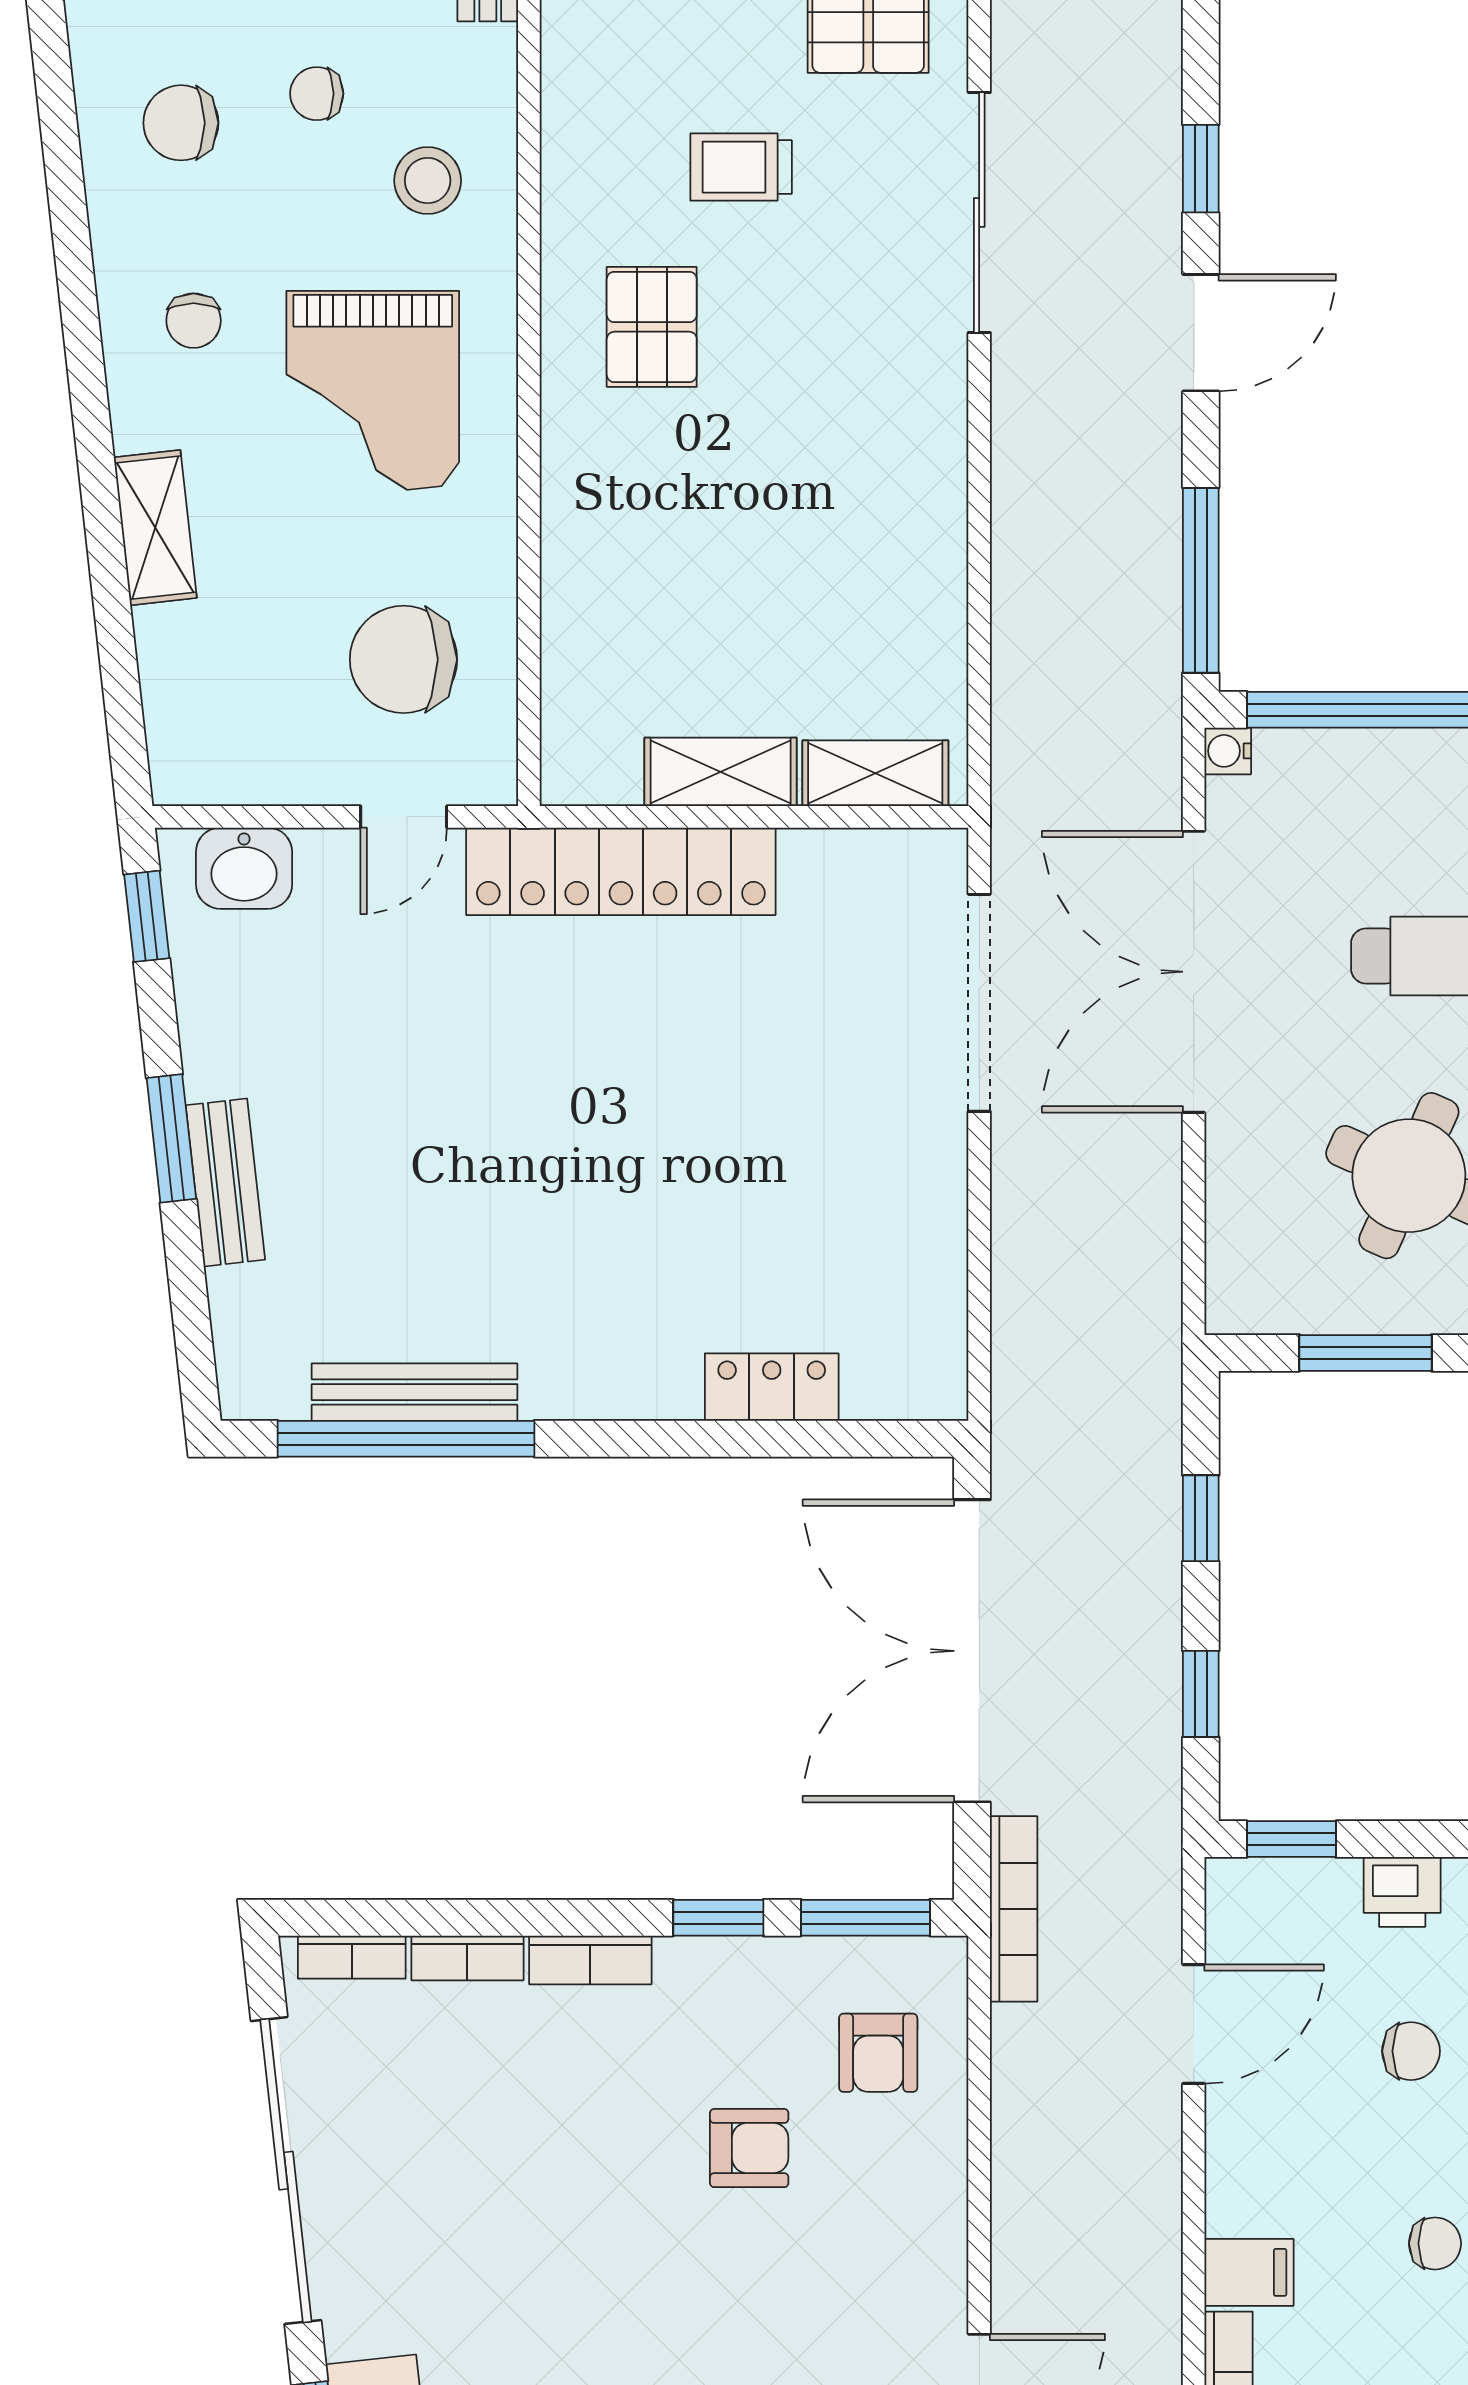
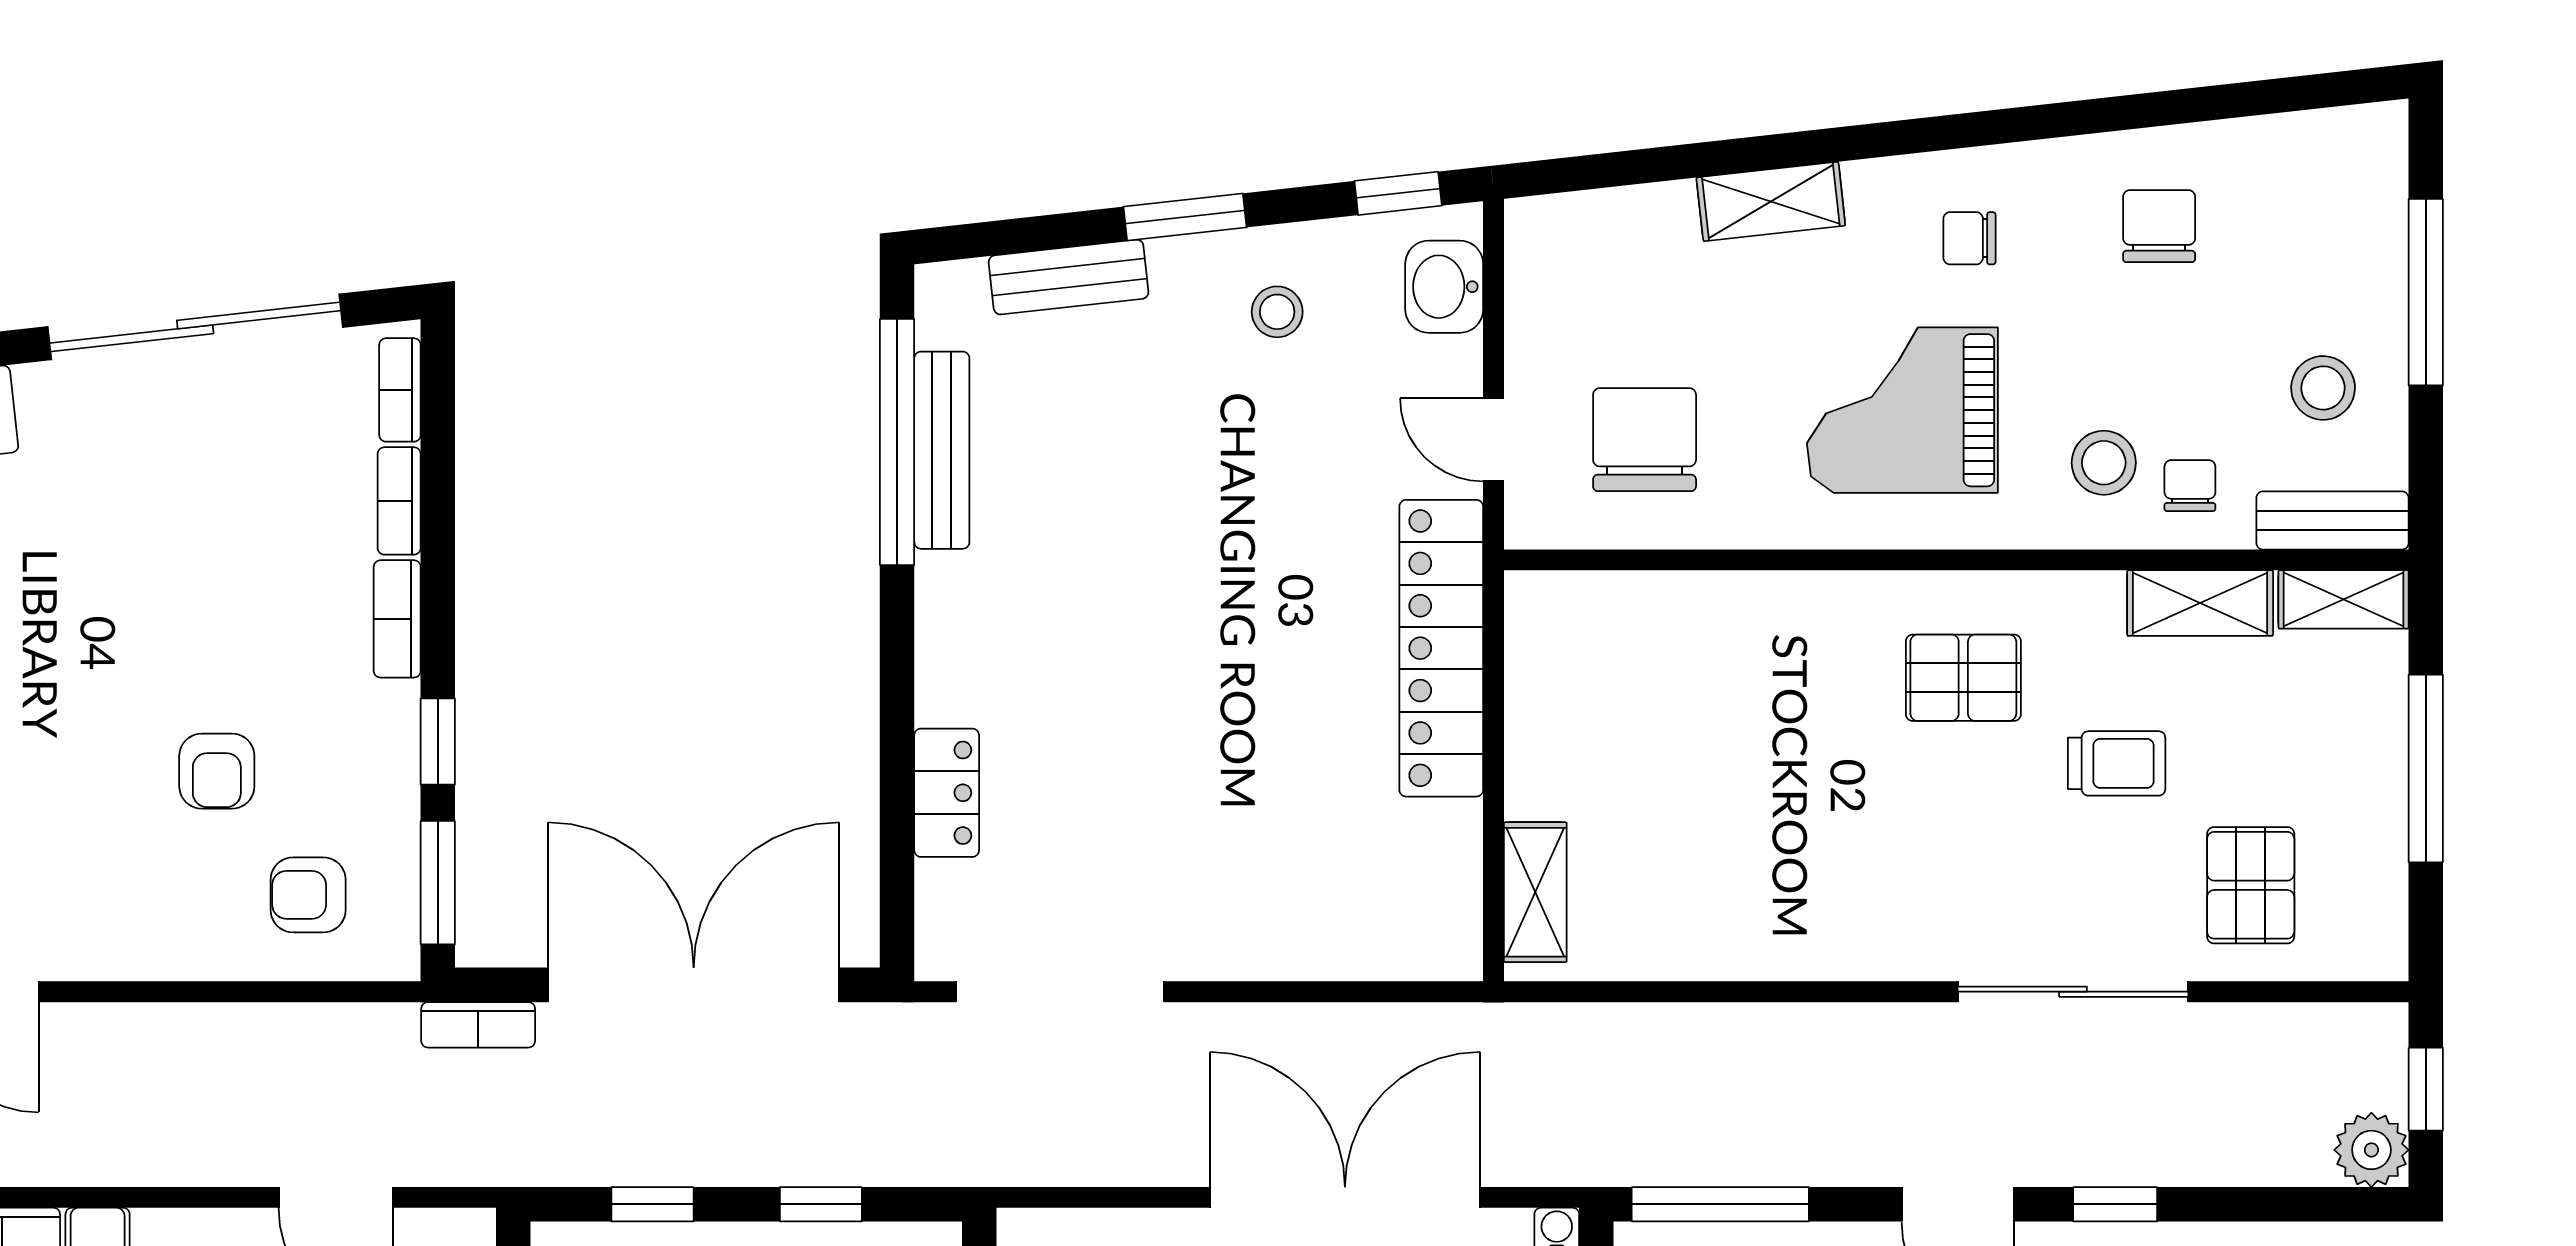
chair: (317, 94) -> (2190, 486), moved
trolley: (741, 167) -> (2117, 763), turned 90
shelving: (721, 772) -> (2200, 603), moved, turned 90
doorway: (979, 1003) -> (1060, 992), moved
stool: (270, 1042) -> (1277, 312), added
bench: (225, 1182) -> (1069, 277), moved
bookcase: (1014, 1909) -> (478, 1025), width x0.64

